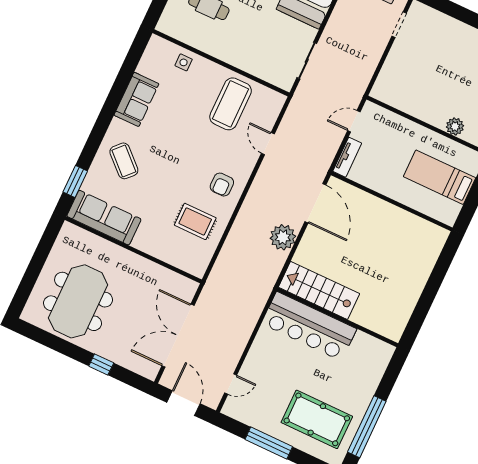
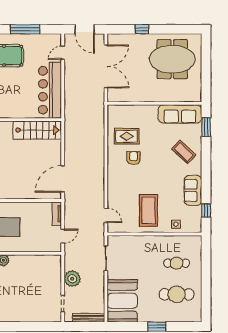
window: (131, 62) -> (206, 210), added
coffee table: (231, 104) -> (148, 210), moved
door: (268, 144) -> (106, 215), moved
armchair: (222, 185) -> (133, 158), moved
door: (315, 203) -> (63, 179), hinge flipped
plant: (283, 237) -> (72, 279), moved
meeting table: (78, 301) -> (172, 59), turned 90
bar counter: (309, 326) -> (50, 90), moved, turned -90

